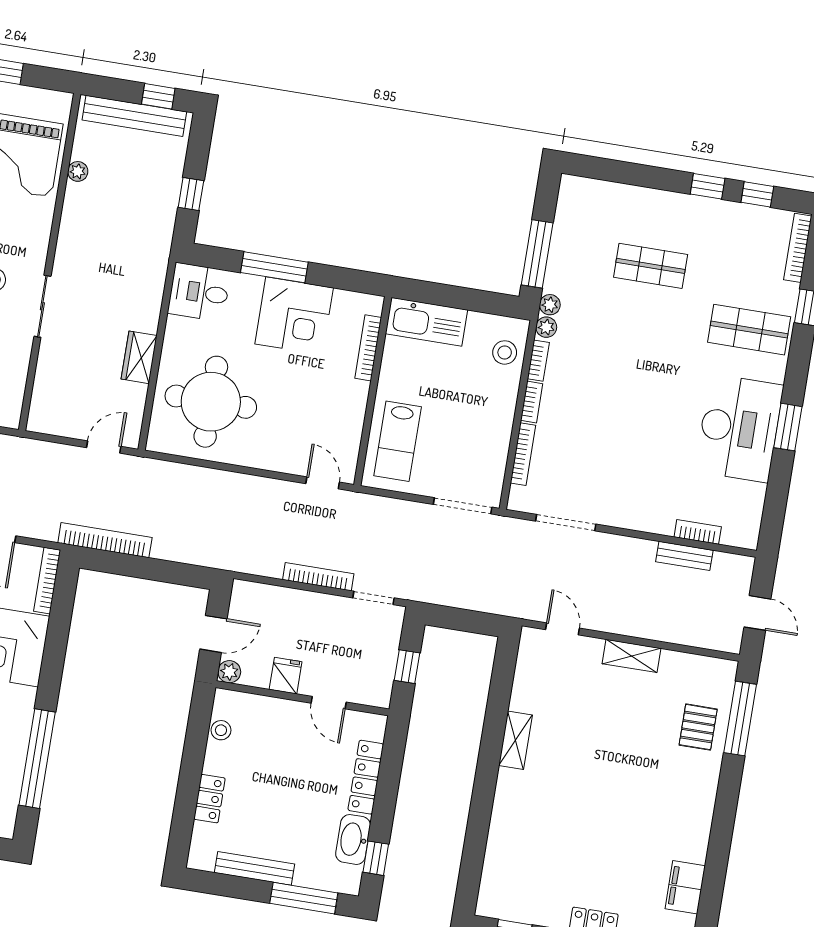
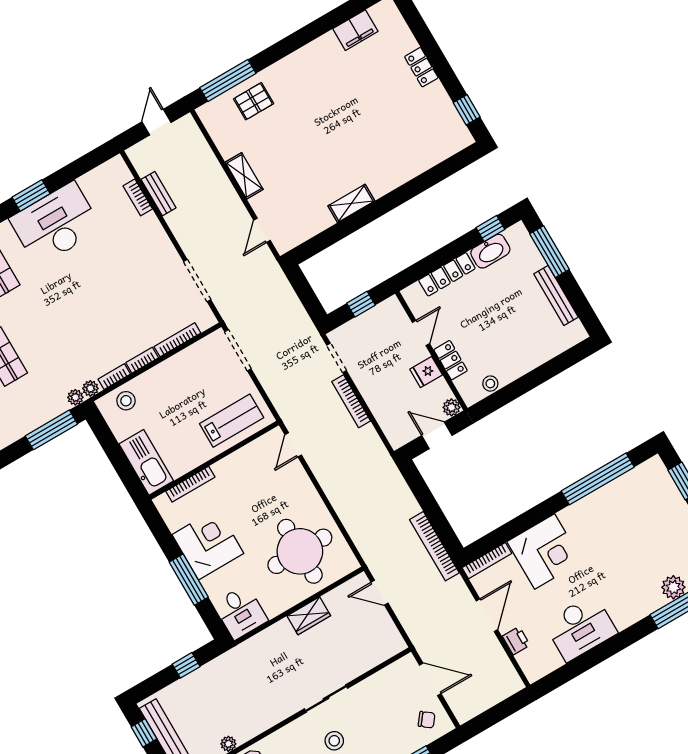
locker: (209, 799) -> (451, 360), moved, turned 90

